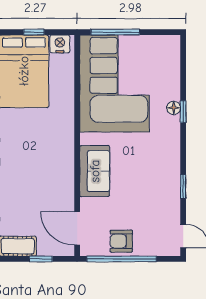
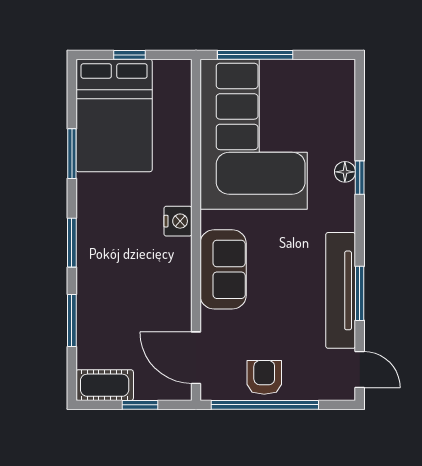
nightstand: (60, 44) -> (178, 221), moved, turned 90
tv unit: (171, 185) -> (341, 290), added
window: (183, 187) -> (360, 293), width x1.50
armchair: (121, 241) -> (264, 377), turned 90

